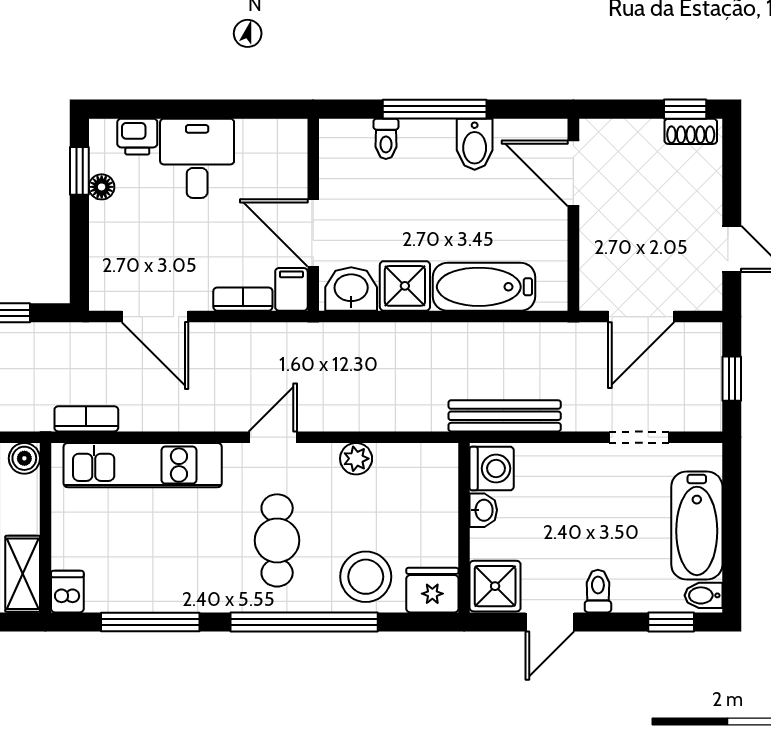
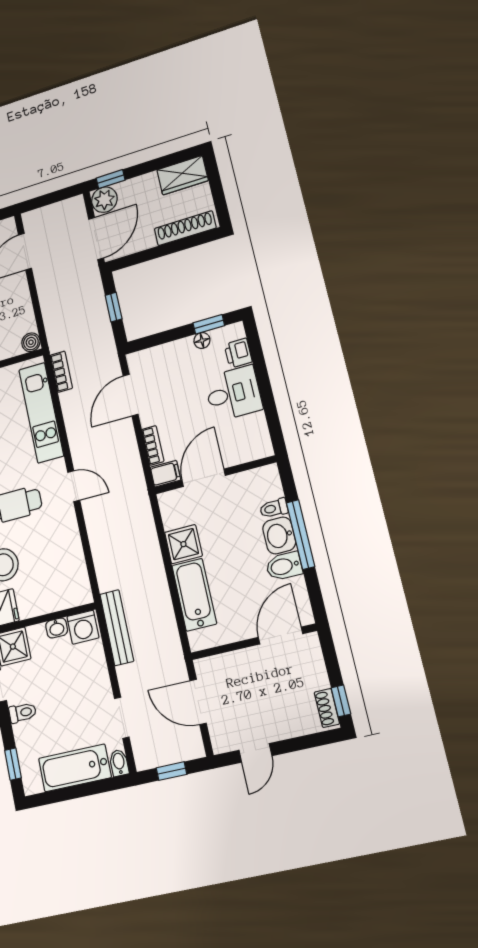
washbasin: (351, 289) -> (279, 535), moved, turned 180
plant: (356, 459) -> (71, 541), removed
bidet: (703, 595) -> (119, 763), moved

